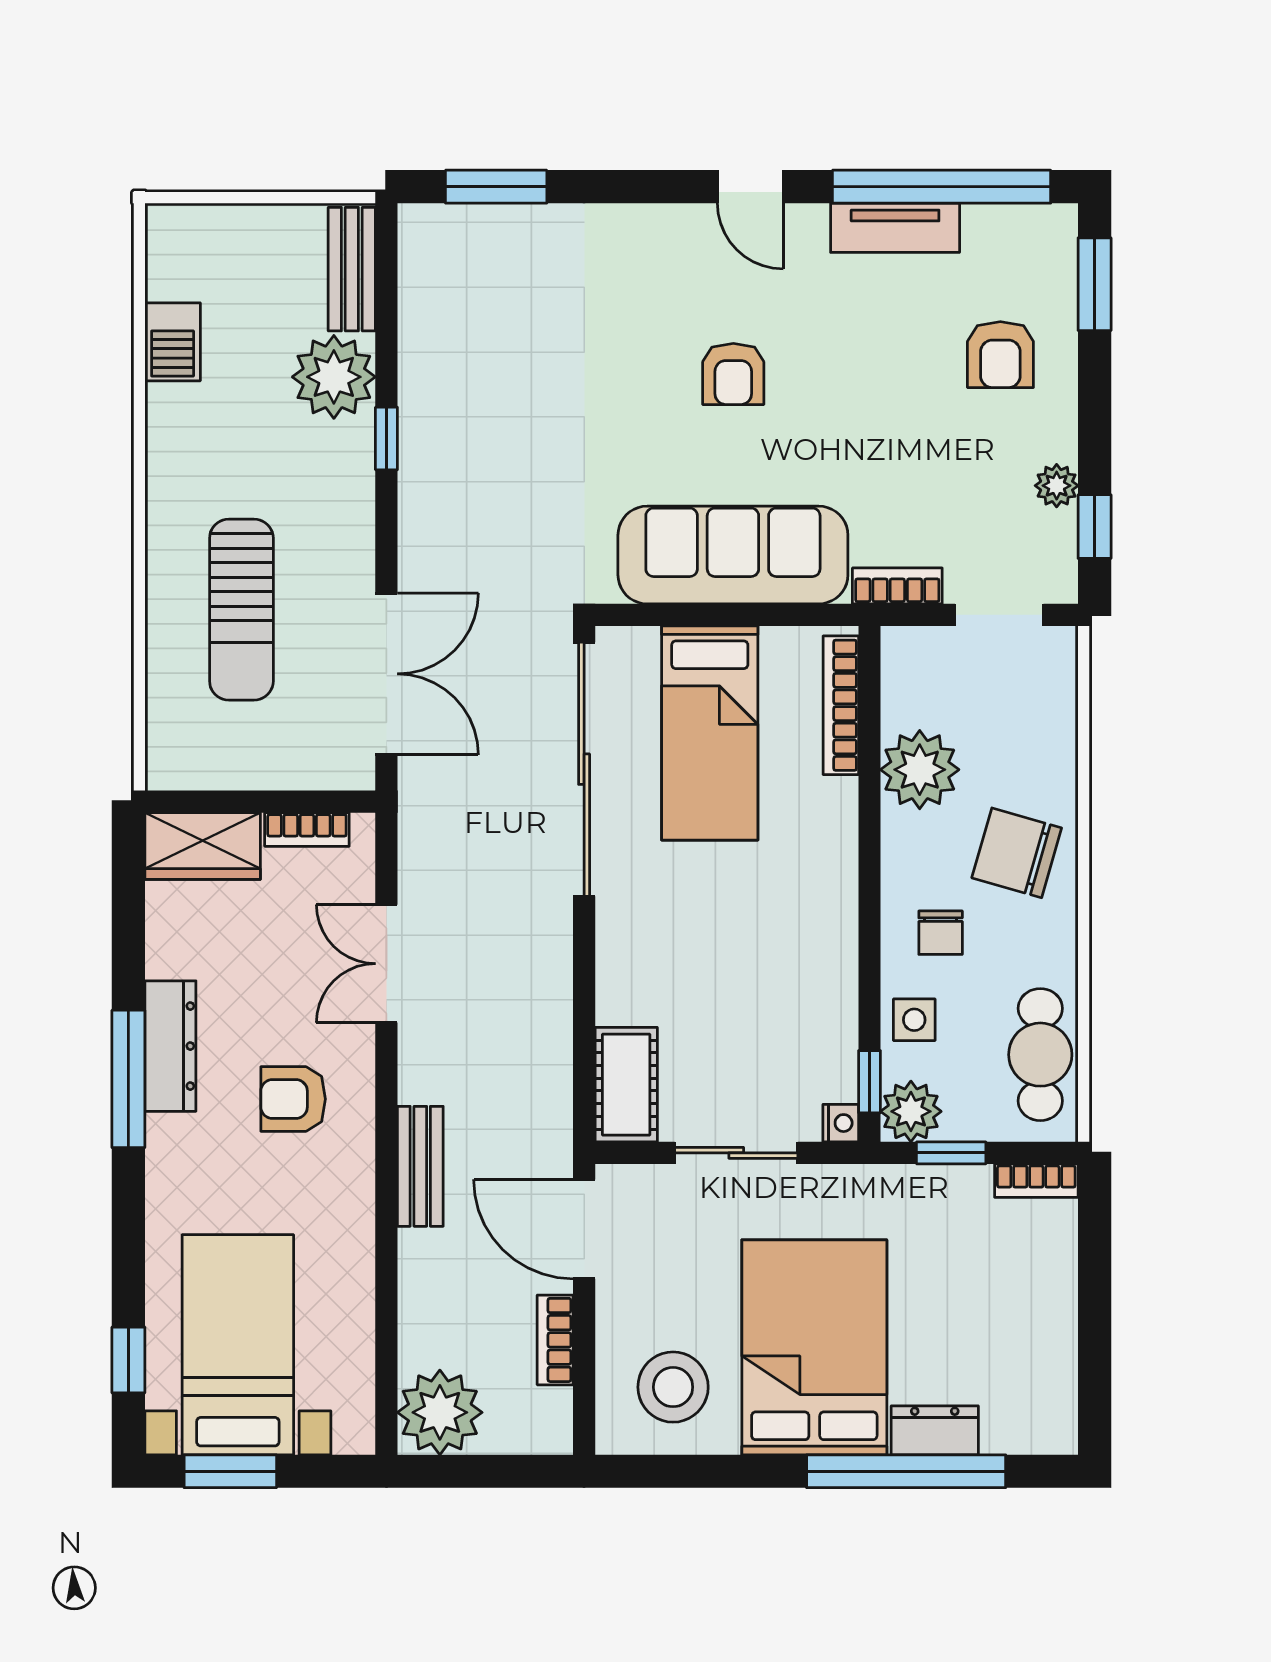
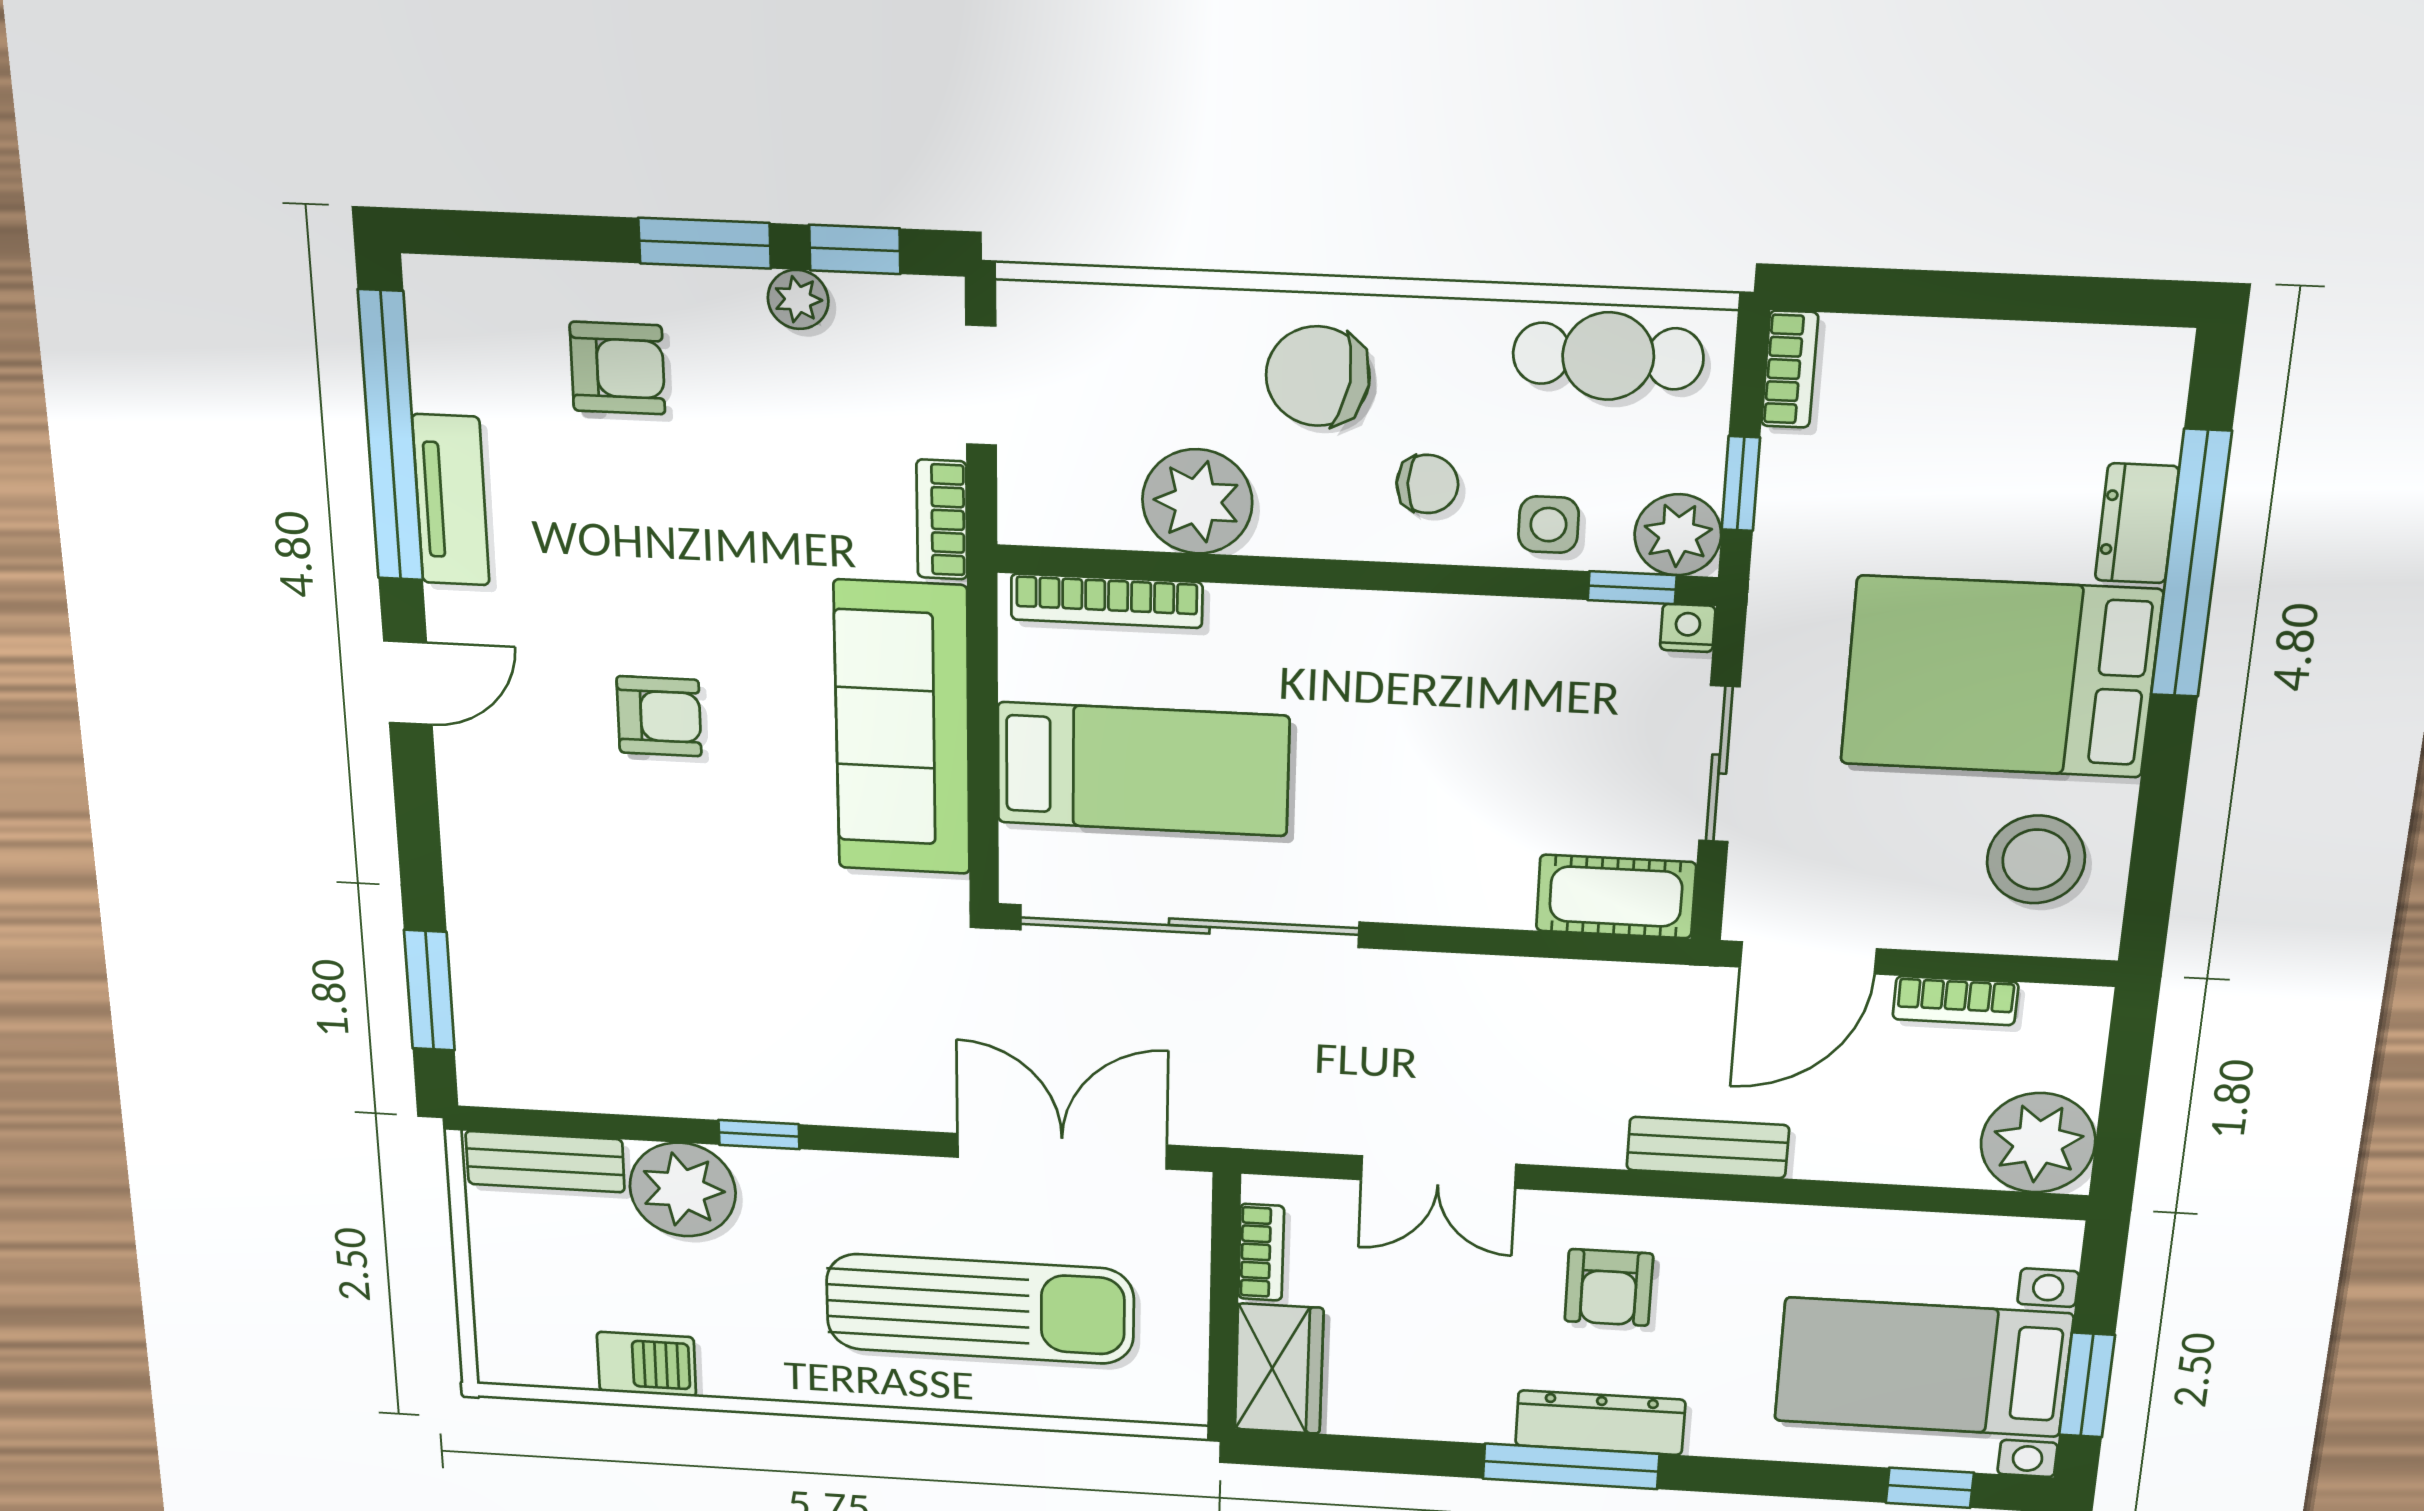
window: (1095, 284) -> (705, 243), moved
sun lounger: (241, 610) -> (980, 1309), width x1.36, depth x1.34
chair: (1017, 853) -> (1318, 376), turned 82
dresser: (170, 1046) -> (1600, 1423), moved

